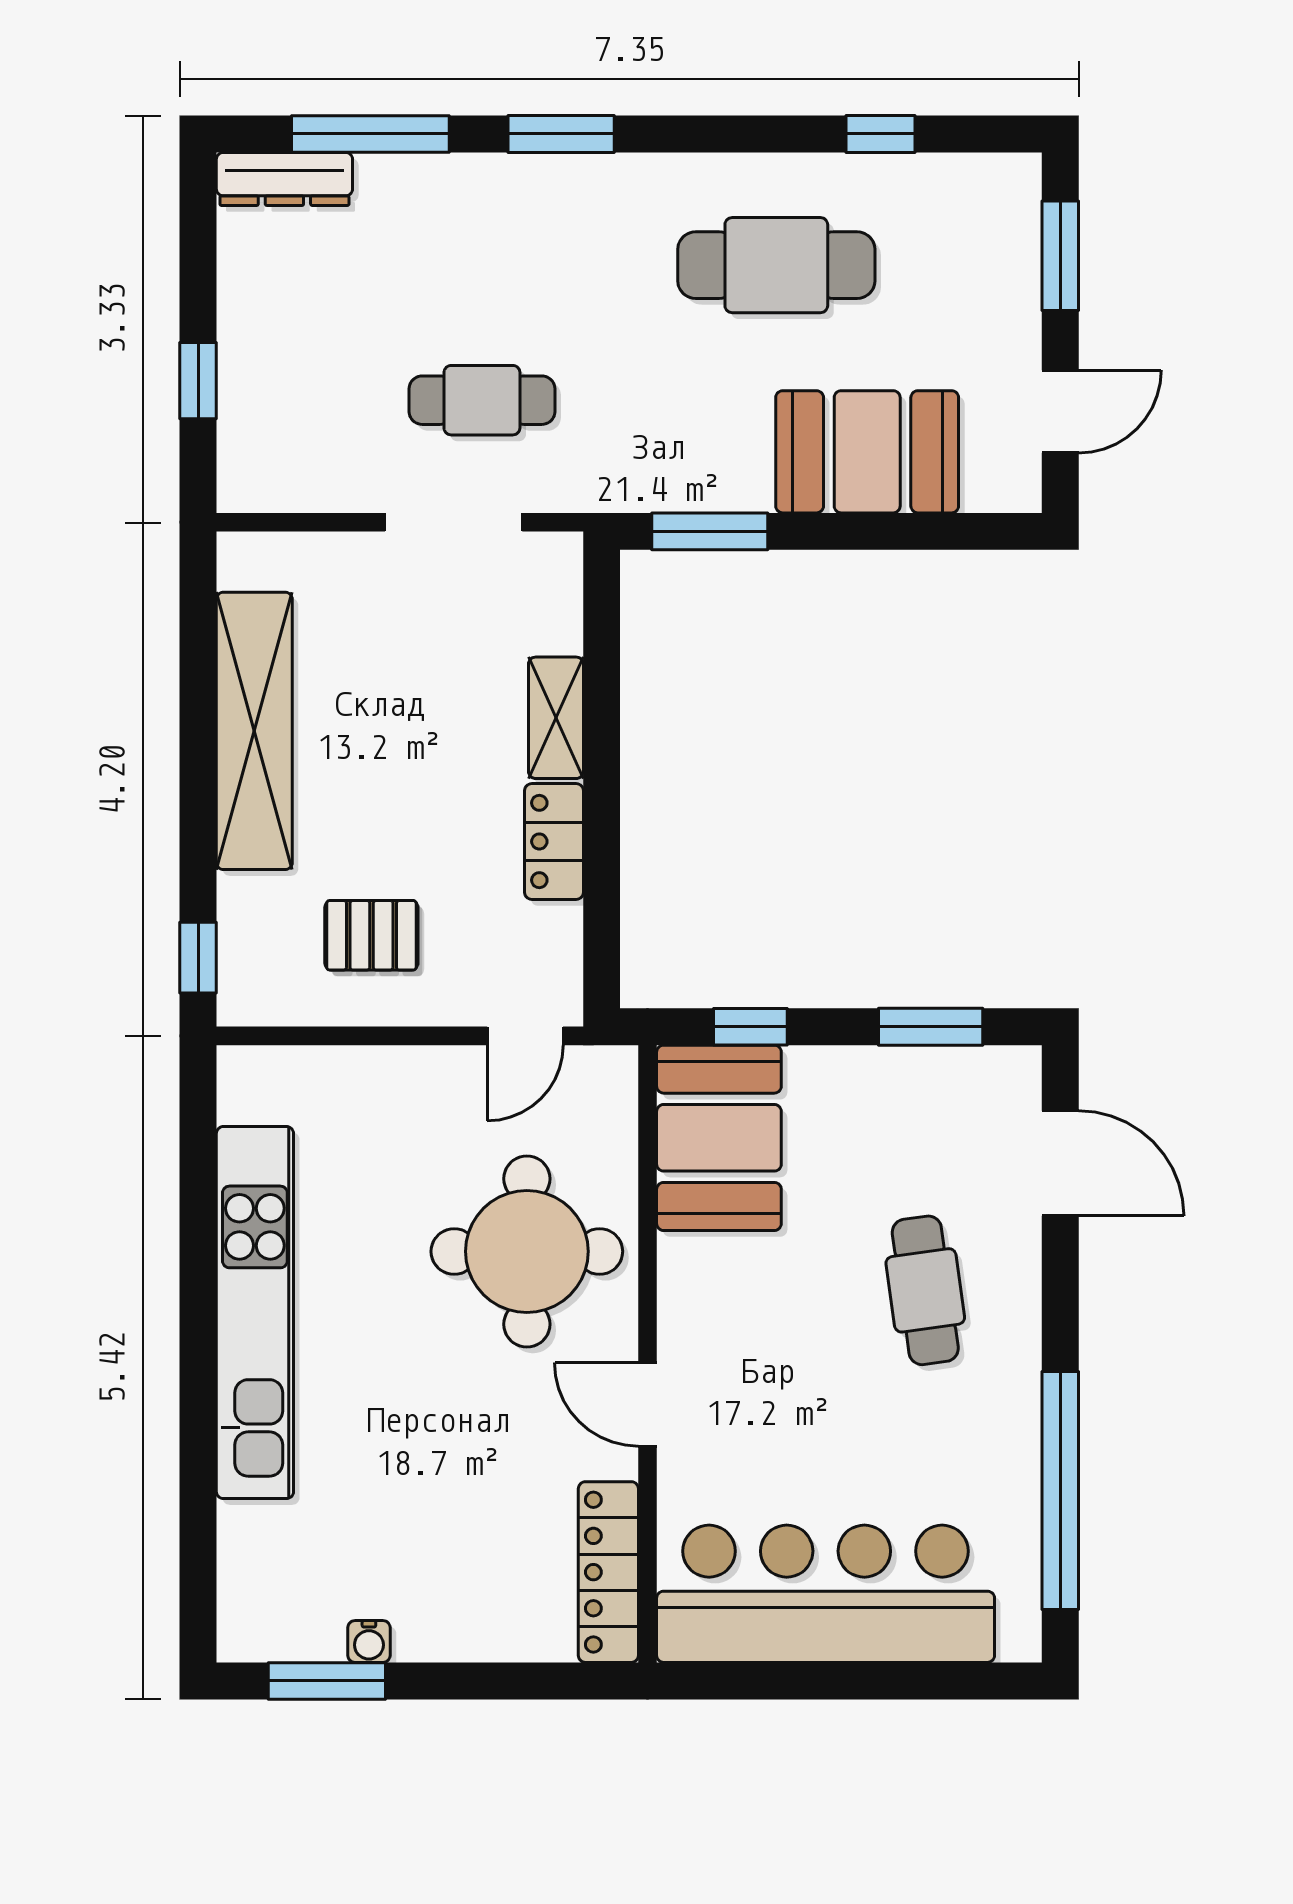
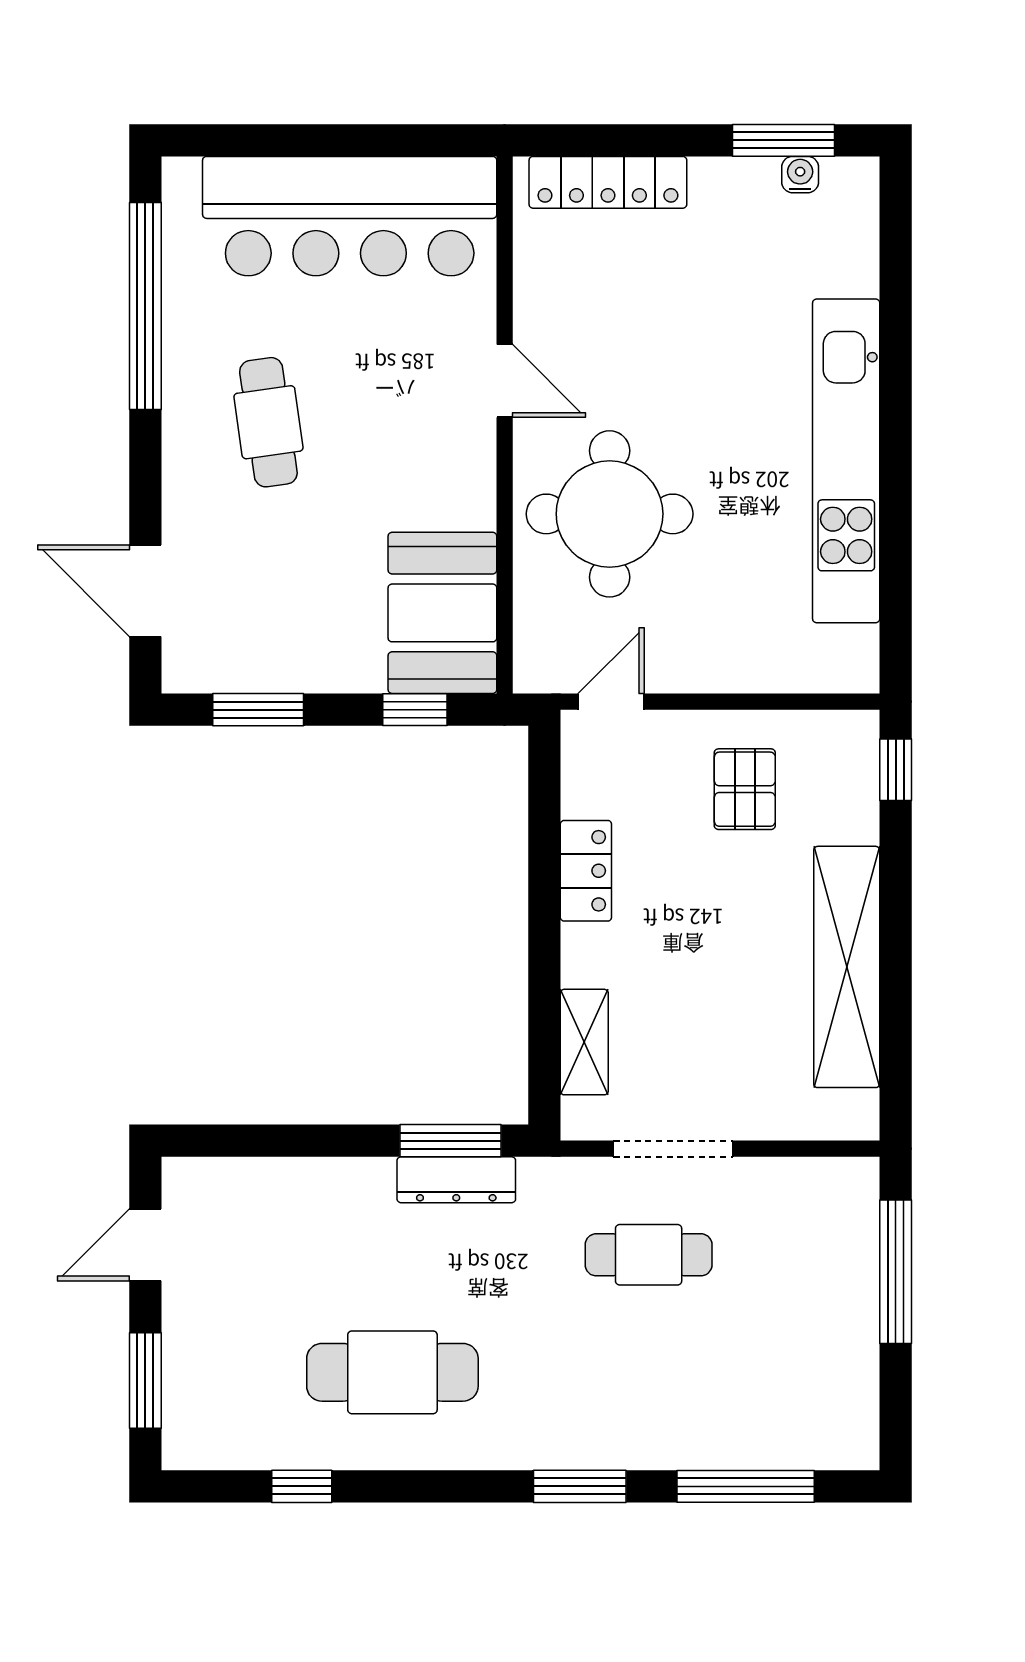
dresser: (284, 179) -> (456, 1180), moved, turned 180
window: (198, 381) -> (896, 1272), width x2.17
booth: (867, 452) -> (313, 1210), removed
shelving: (556, 718) -> (584, 1042), moved
pallet: (371, 935) -> (745, 789), turned 90
cafe table: (925, 1290) -> (268, 422), moved
locker: (608, 1572) -> (608, 182), moved, turned 90
water cooler: (369, 1642) -> (800, 175), moved

